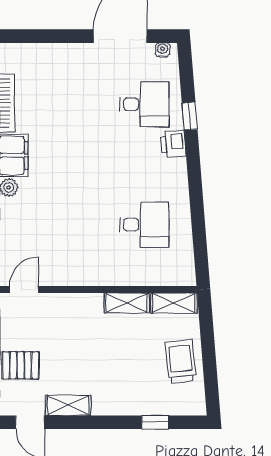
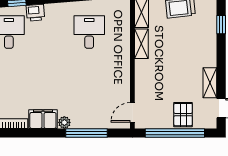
door: (24, 289) -> (132, 112), hinge flipped

